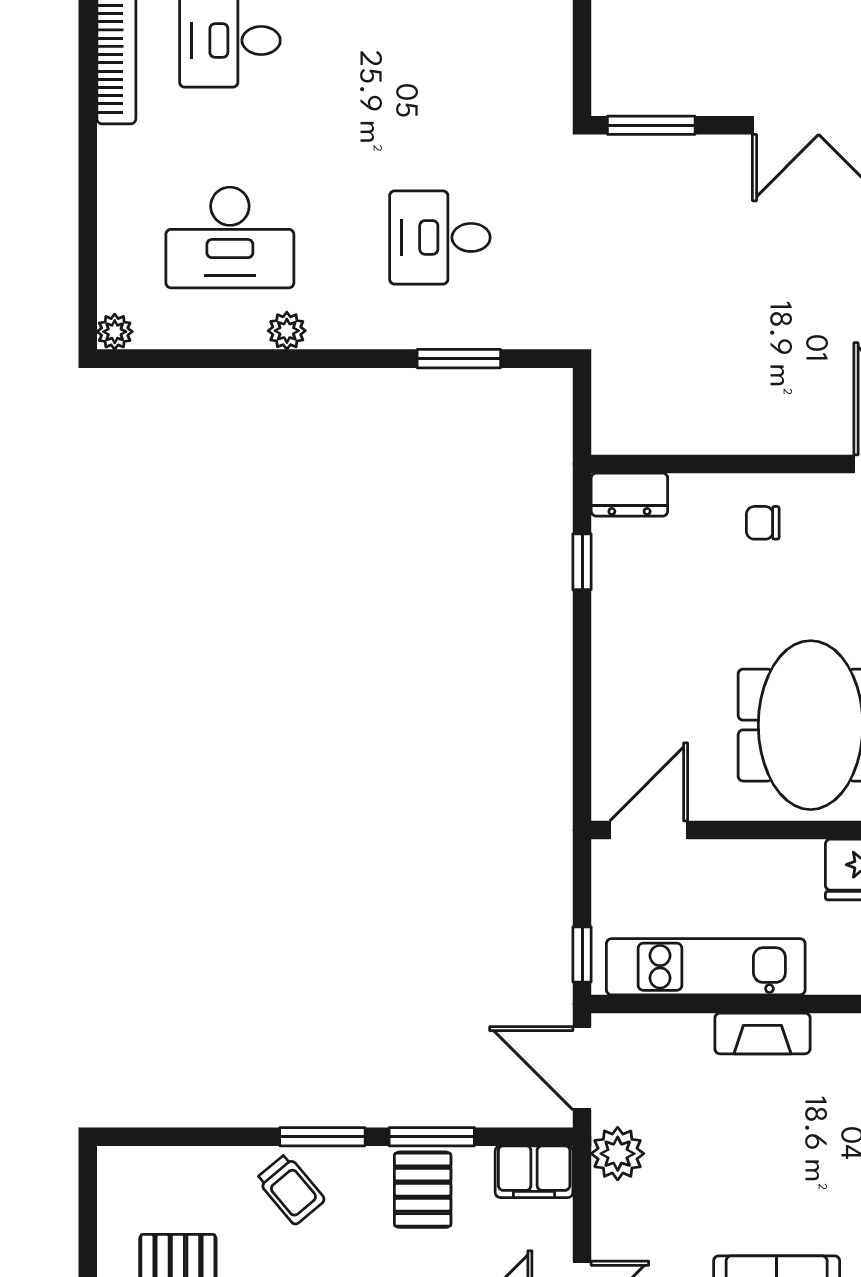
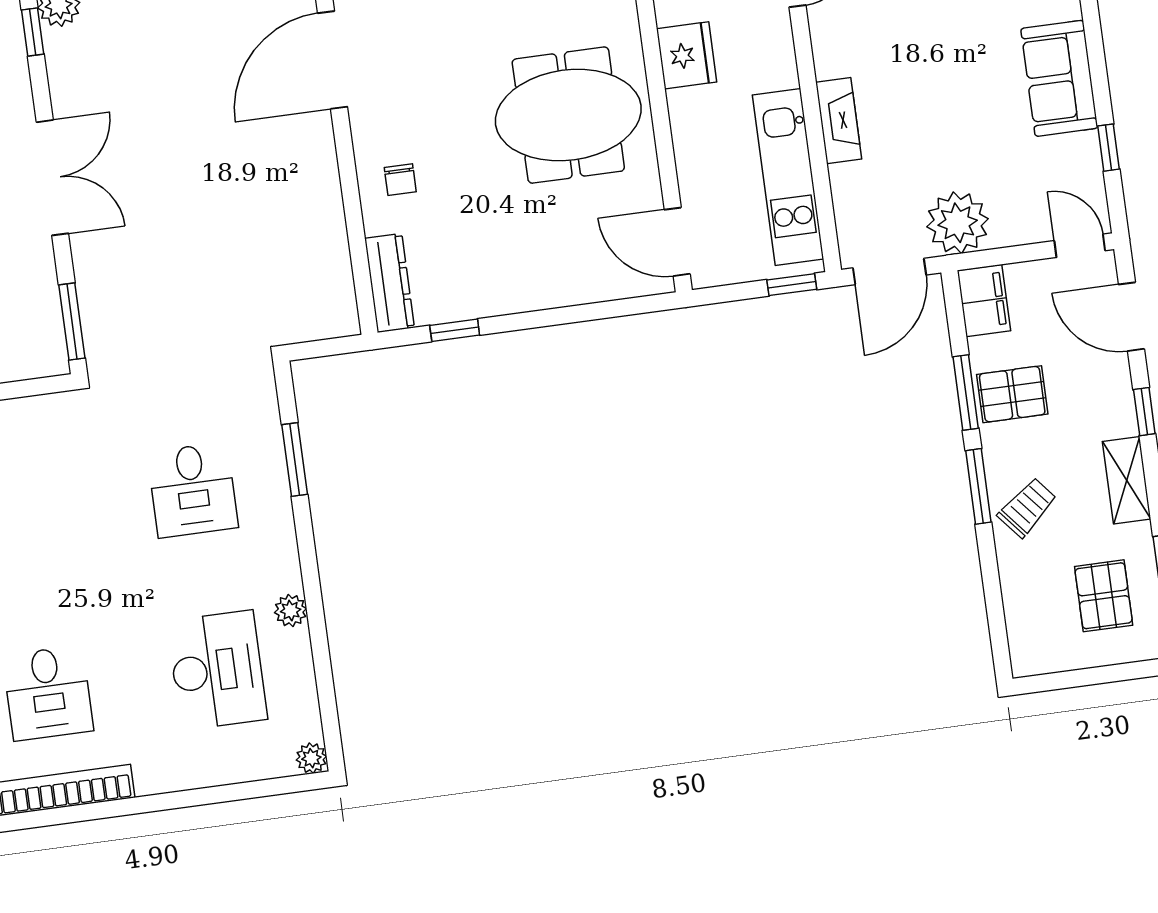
dresser: (629, 495) -> (390, 283), width x1.44
plant: (618, 1154) -> (958, 223), width x1.36, depth x1.36

